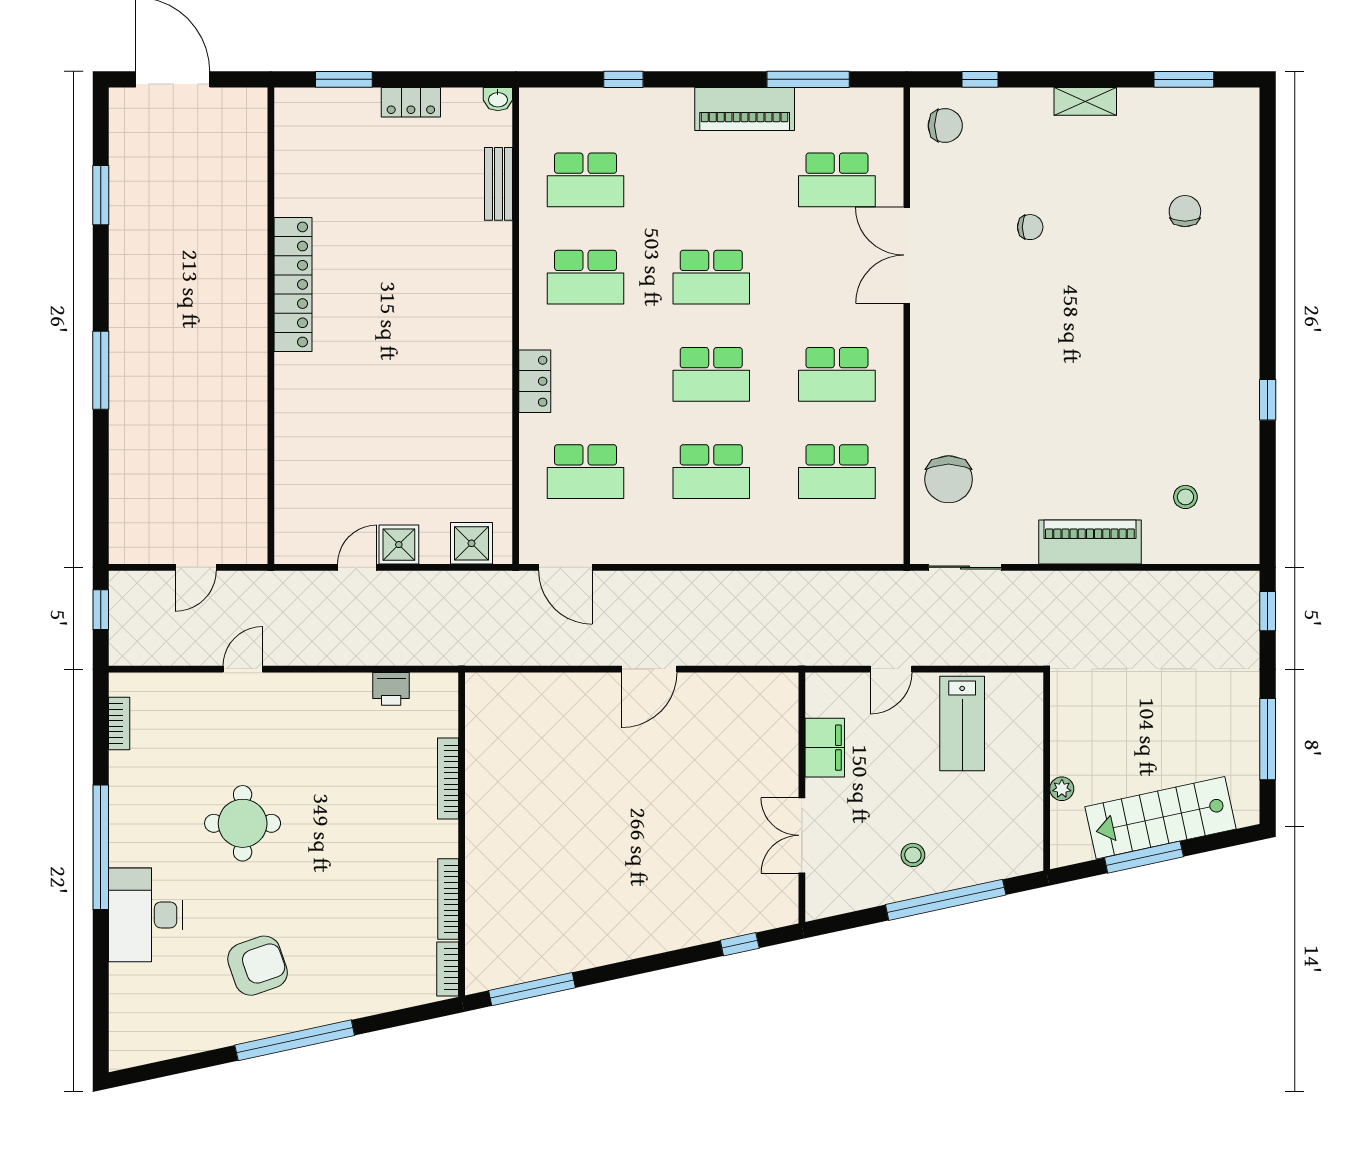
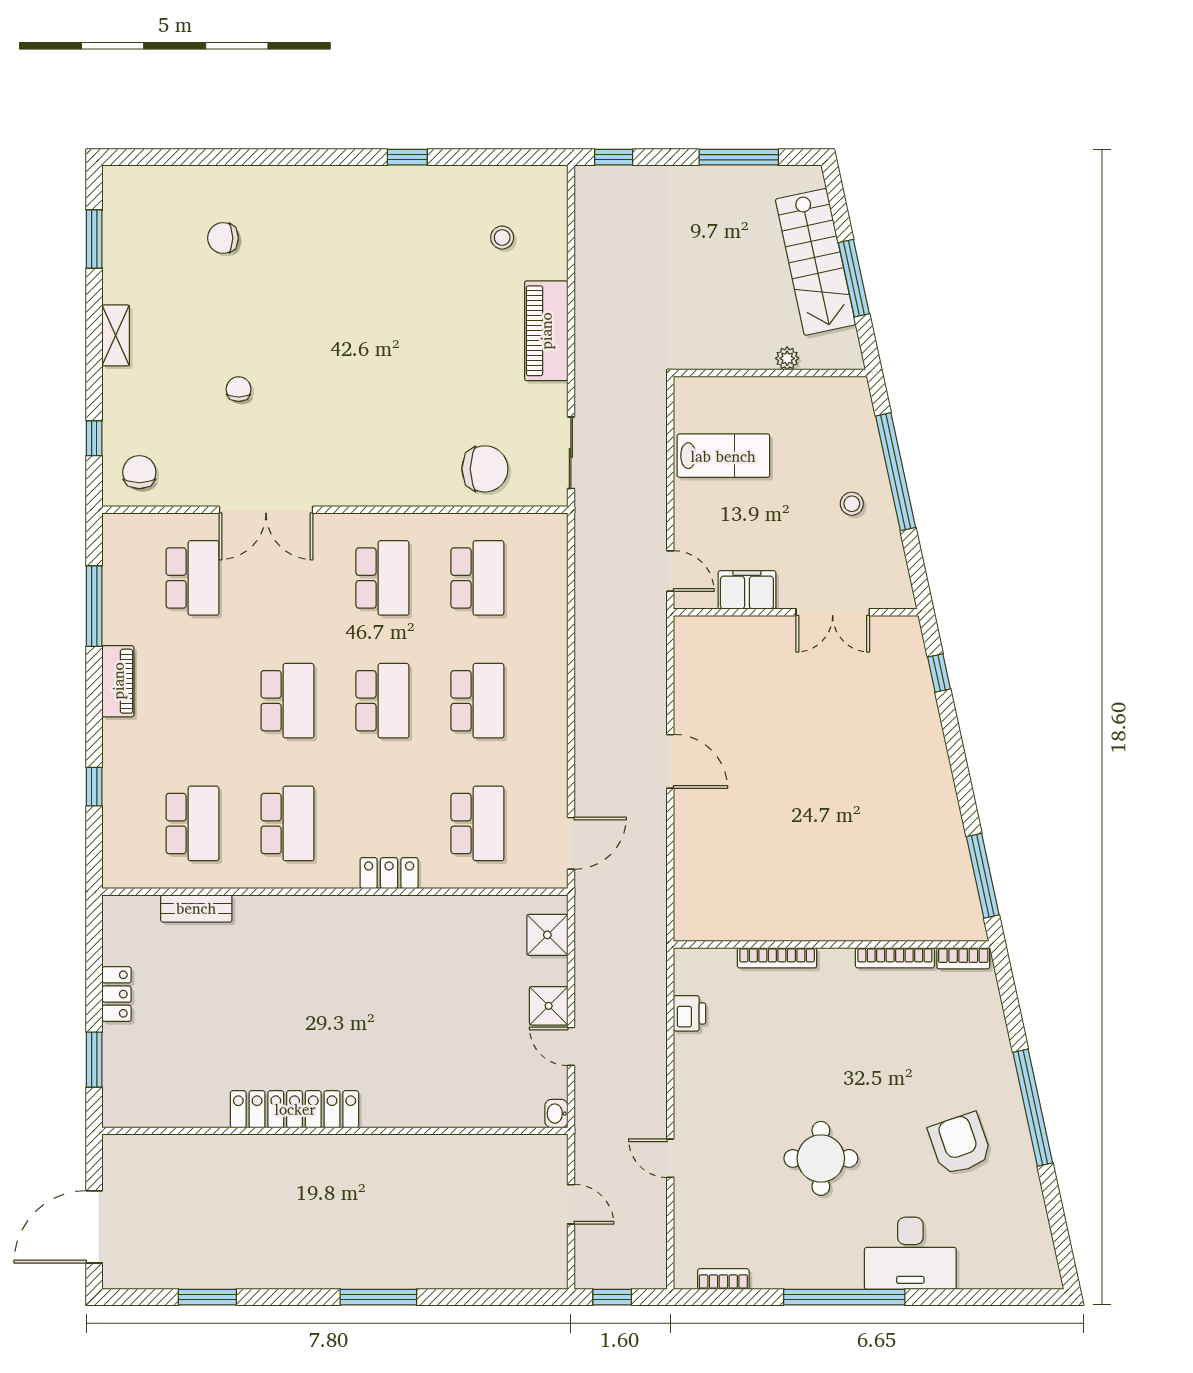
washbasin: (498, 99) -> (556, 1114), moved, turned 180
piano: (745, 109) -> (118, 681), width x0.73, depth x0.75
door: (891, 669) -> (670, 571), moved

